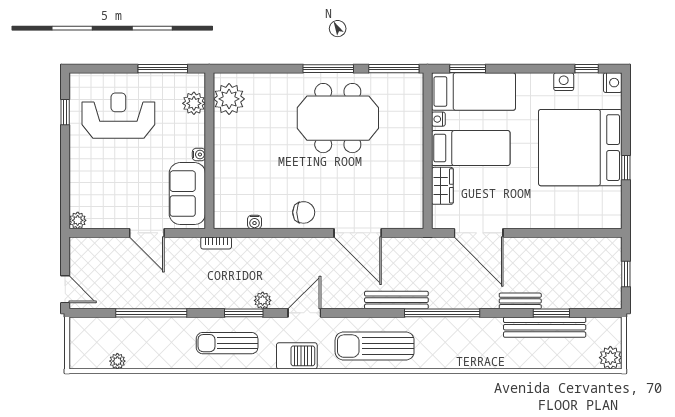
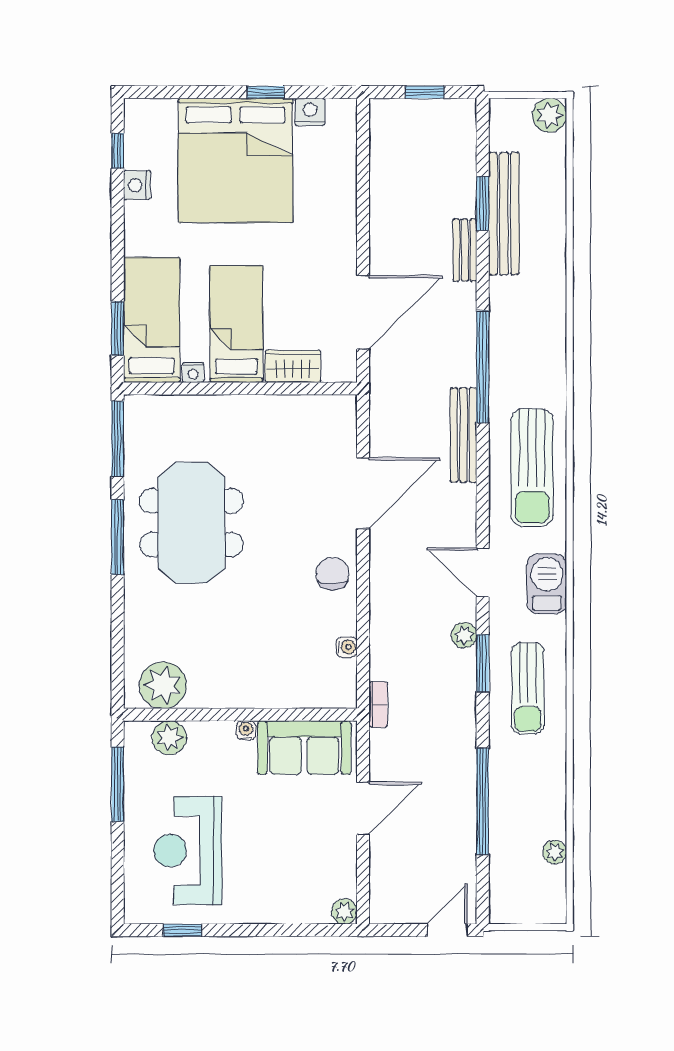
nightstand: (613, 83) -> (310, 112), moved

